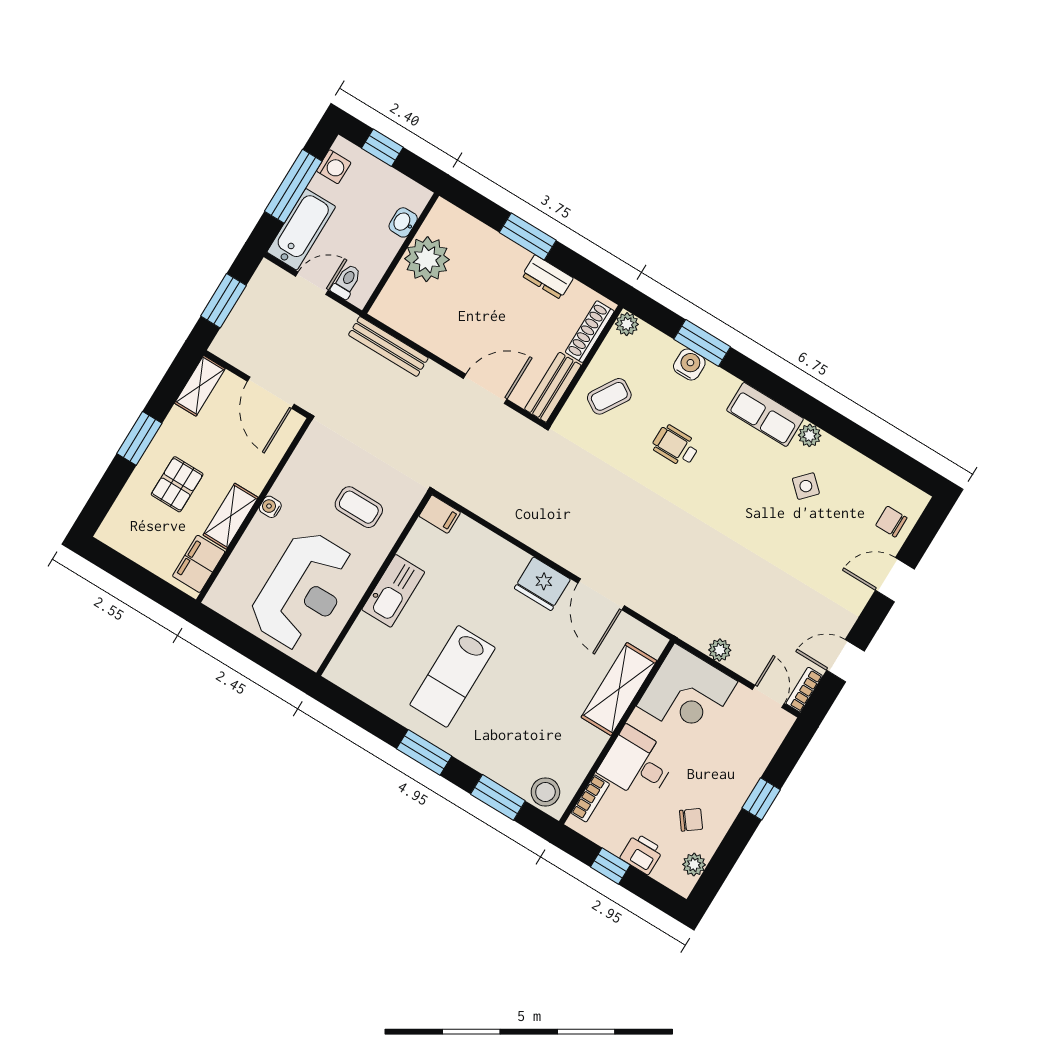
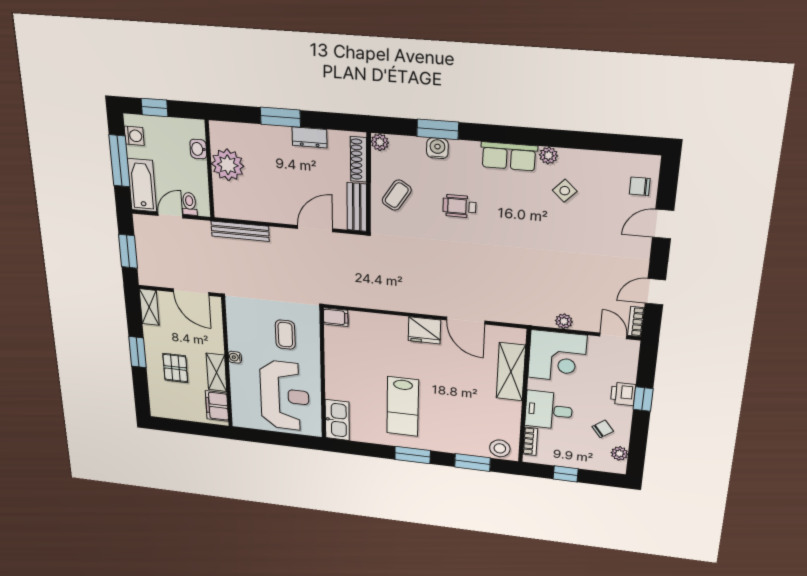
coffee table: (359, 507) -> (285, 335), turned 90
kitchen sink: (393, 591) -> (337, 420), moved
printer: (642, 854) -> (623, 394), moved, turned -90

